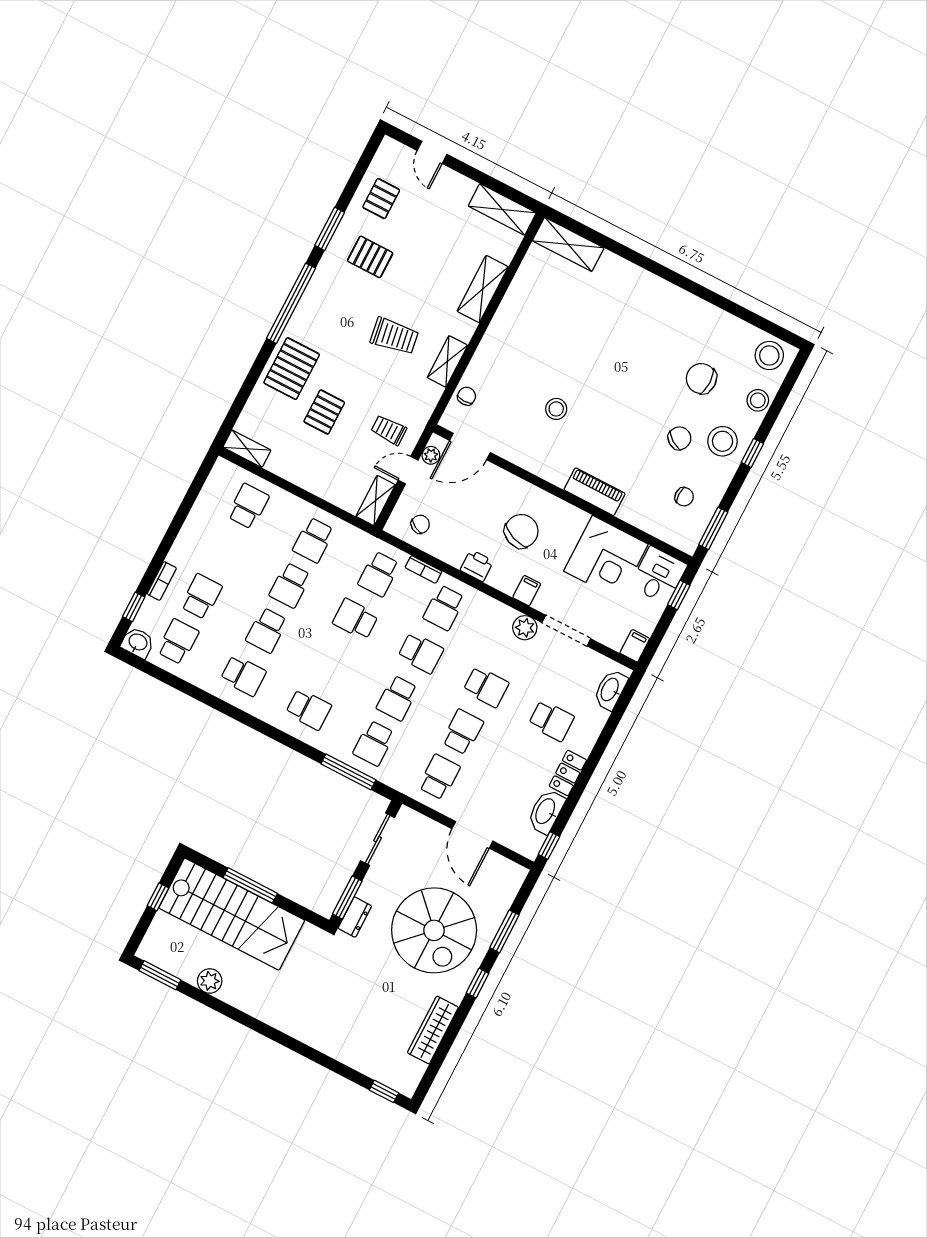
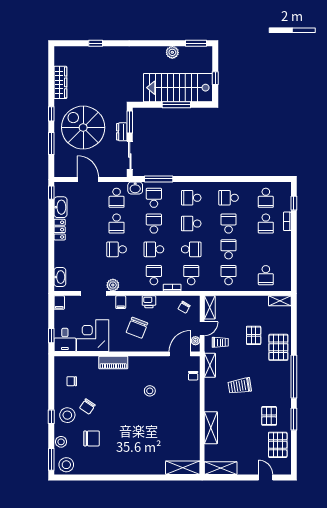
pallet: (381, 199) -> (278, 445), width x1.50, depth x1.42
pallet: (370, 257) -> (269, 416), turned 90
shelving: (447, 361) -> (210, 365), moved
window: (713, 528) -> (51, 459), moved
washbasin: (138, 643) -> (135, 188), moved
school desk: (551, 721) -> (191, 224), moved
dresser: (355, 917) -> (122, 132), moved
window: (384, 1091) -> (96, 43), moved

